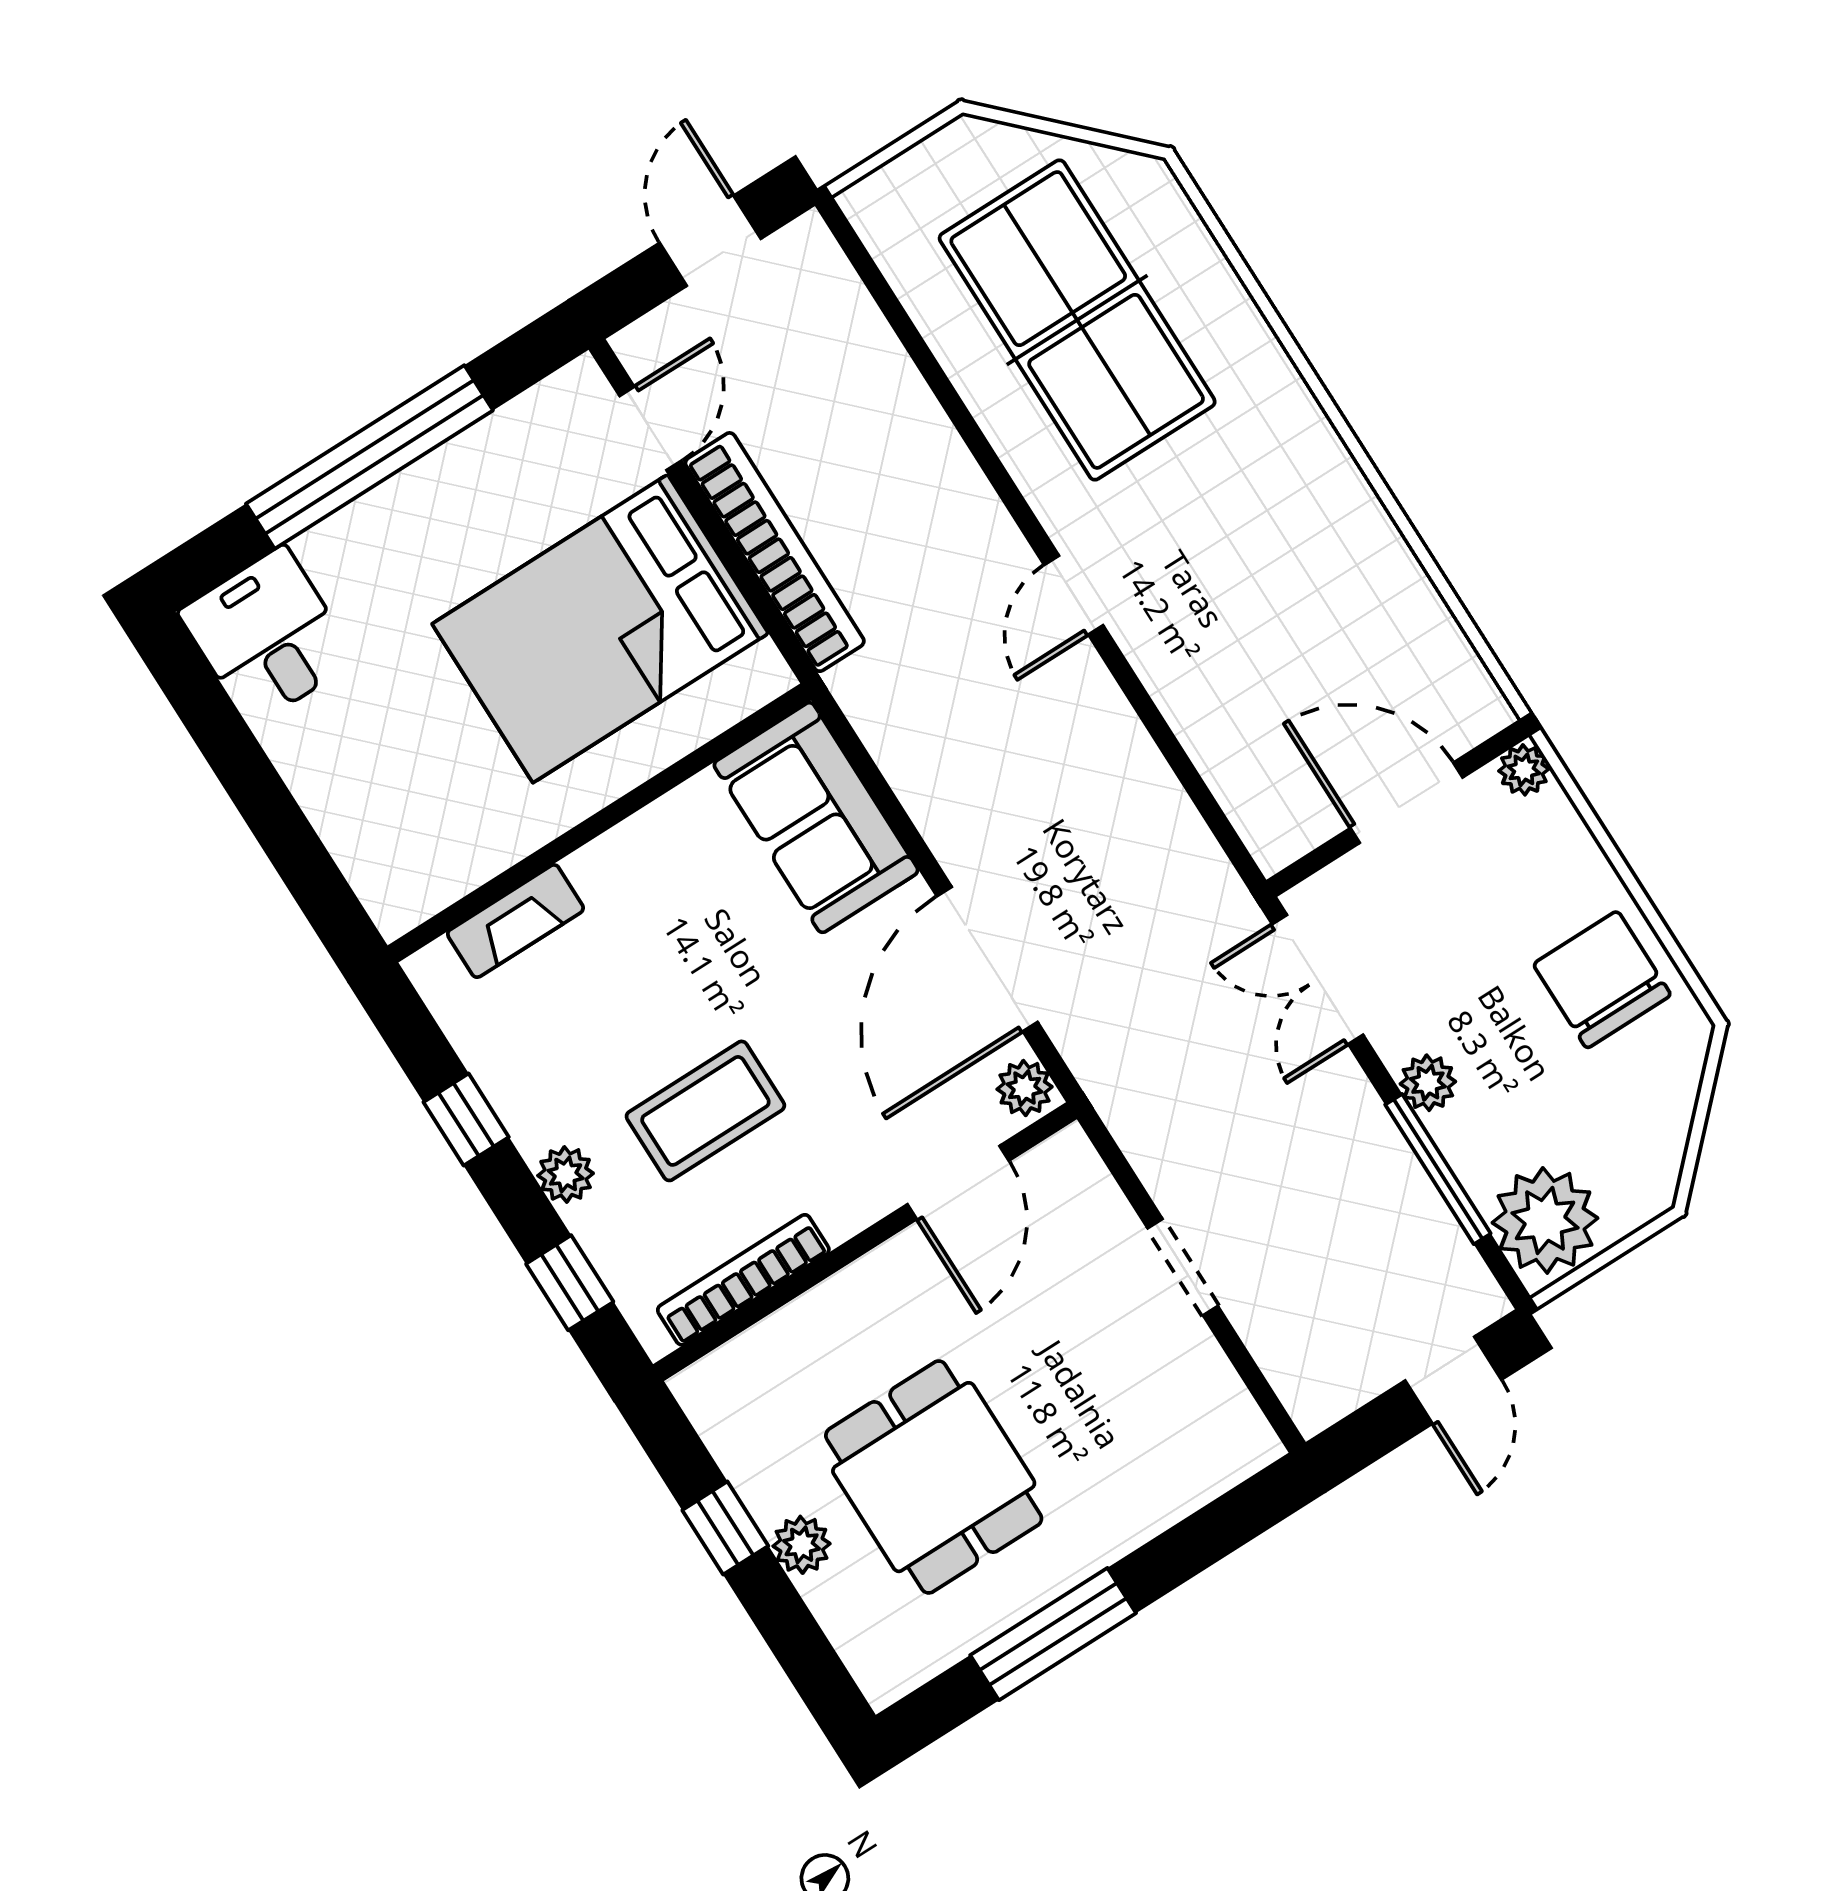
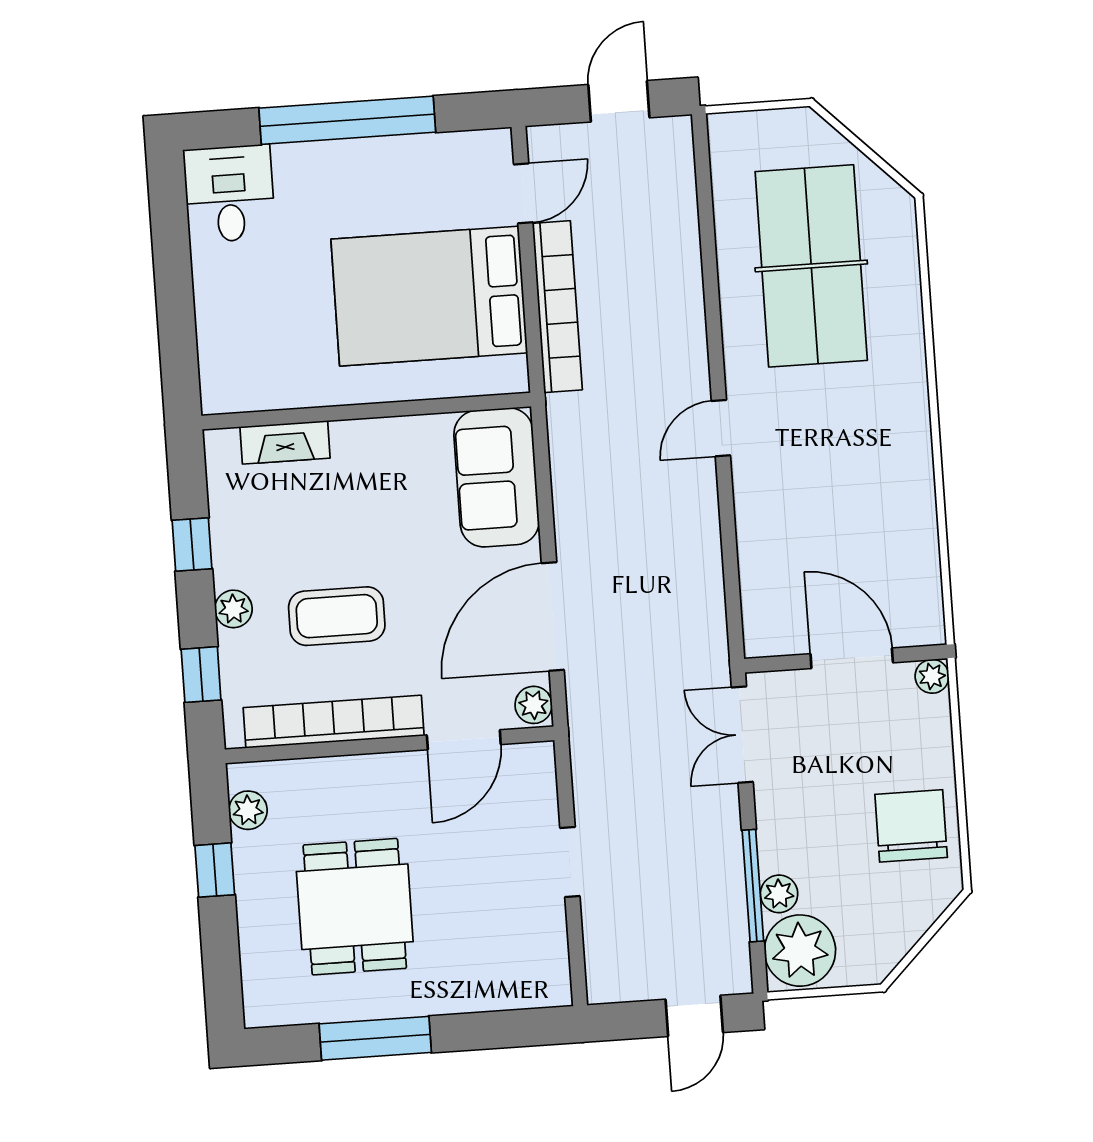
plant: (1428, 1083) -> (779, 894), moved
bookcase: (743, 1280) -> (334, 722), width x1.48, depth x1.31
plant: (802, 1545) -> (248, 810), moved

